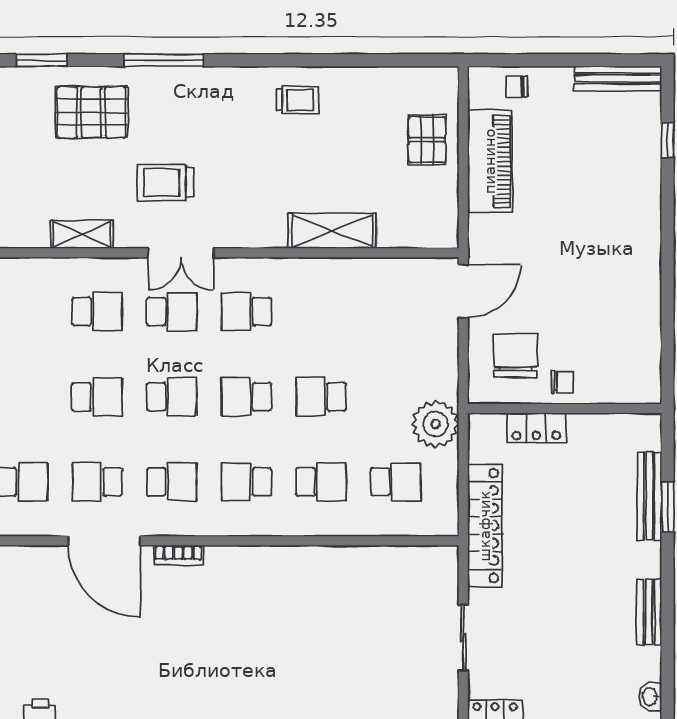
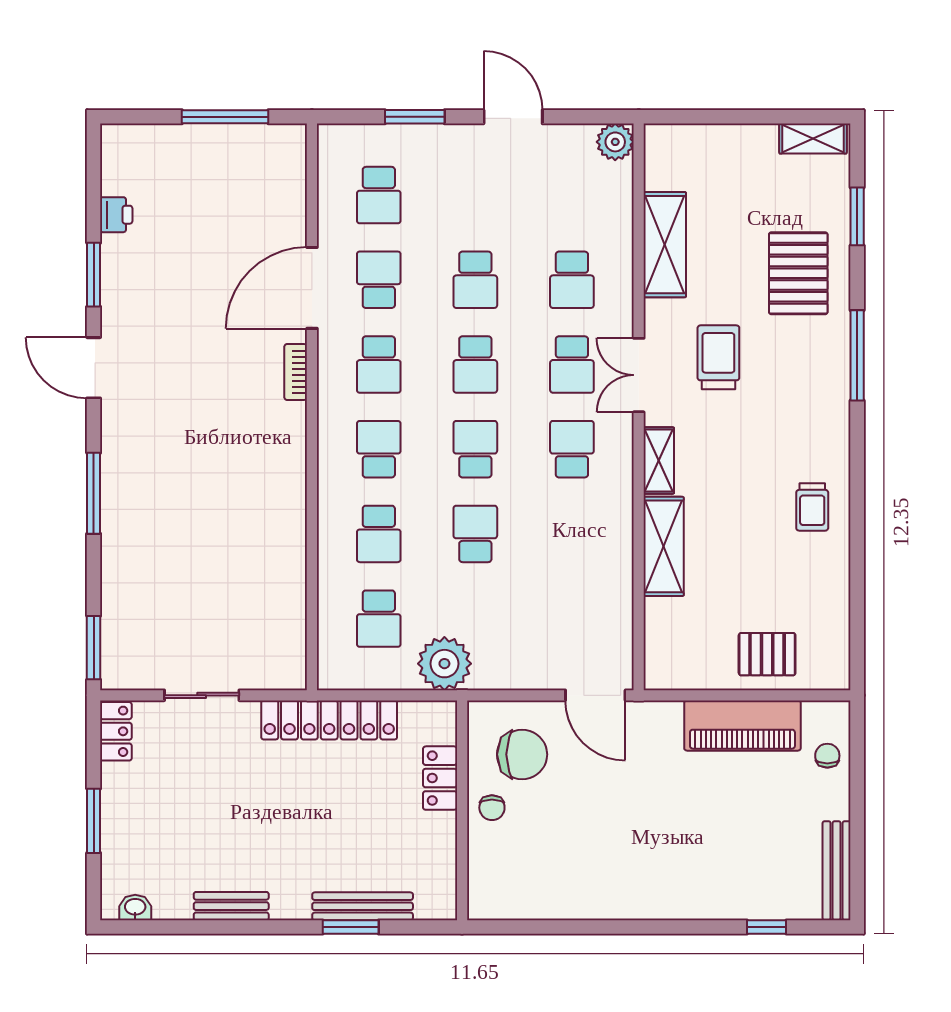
shelving: (82, 234) -> (665, 245), width x1.50, depth x1.33
shelving: (256, 235) -> (659, 461), added

